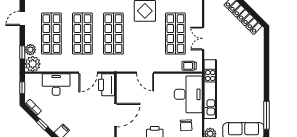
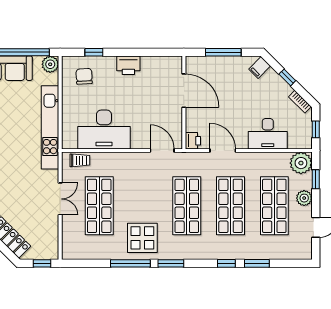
plant: (30, 50) -> (304, 198), moved
door: (88, 73) -> (223, 151), hinge flipped
door: (145, 73) -> (162, 151), moved
printer: (107, 85) -> (193, 141), width x0.53, depth x0.68
desk: (188, 94) -> (104, 130), moved, turned -90
door: (116, 115) -> (184, 91), swing flipped

